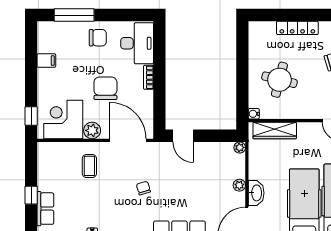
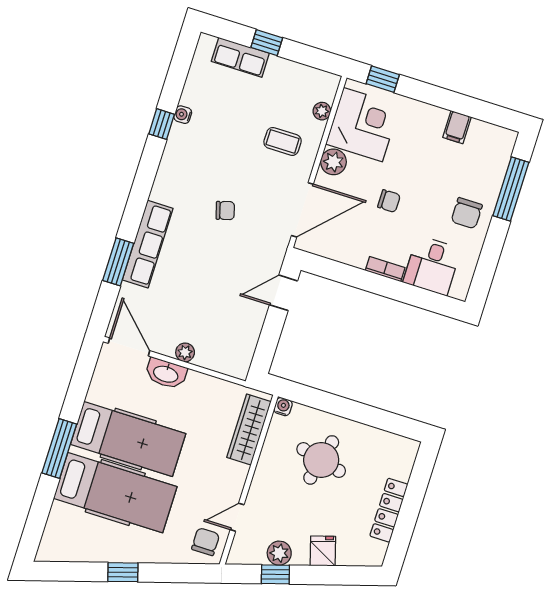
desk: (137, 43) -> (432, 266), width x0.73
chair: (105, 88) -> (389, 201), width x0.54, depth x0.54
plant: (240, 147) -> (322, 111), moved

